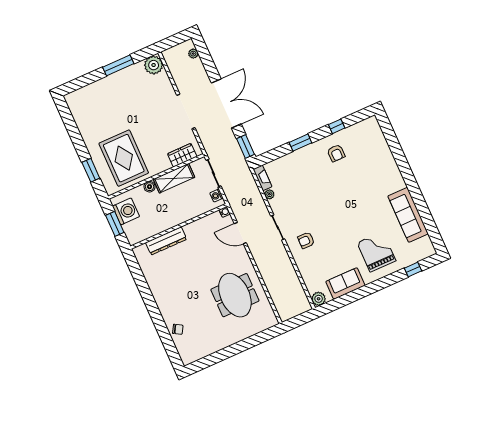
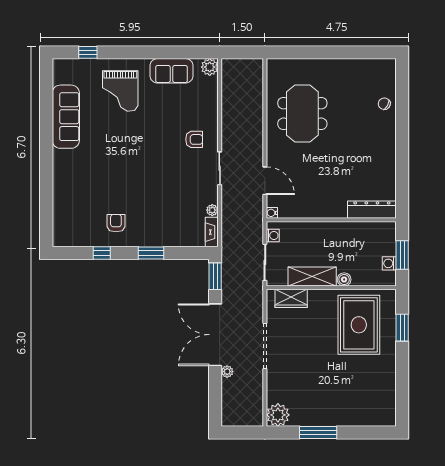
plant: (193, 54) -> (227, 372), moved
washing machine: (126, 211) -> (389, 263), width x0.53, depth x0.53
dresser: (166, 241) -> (372, 210), moved

